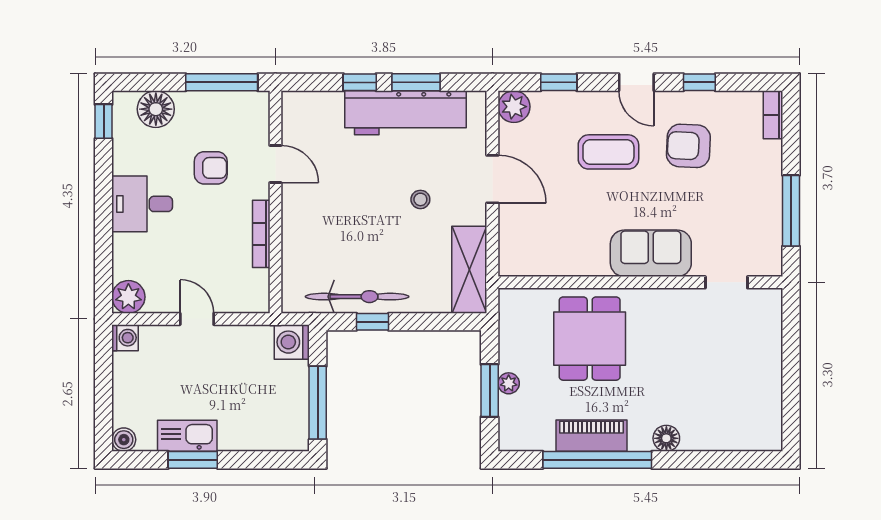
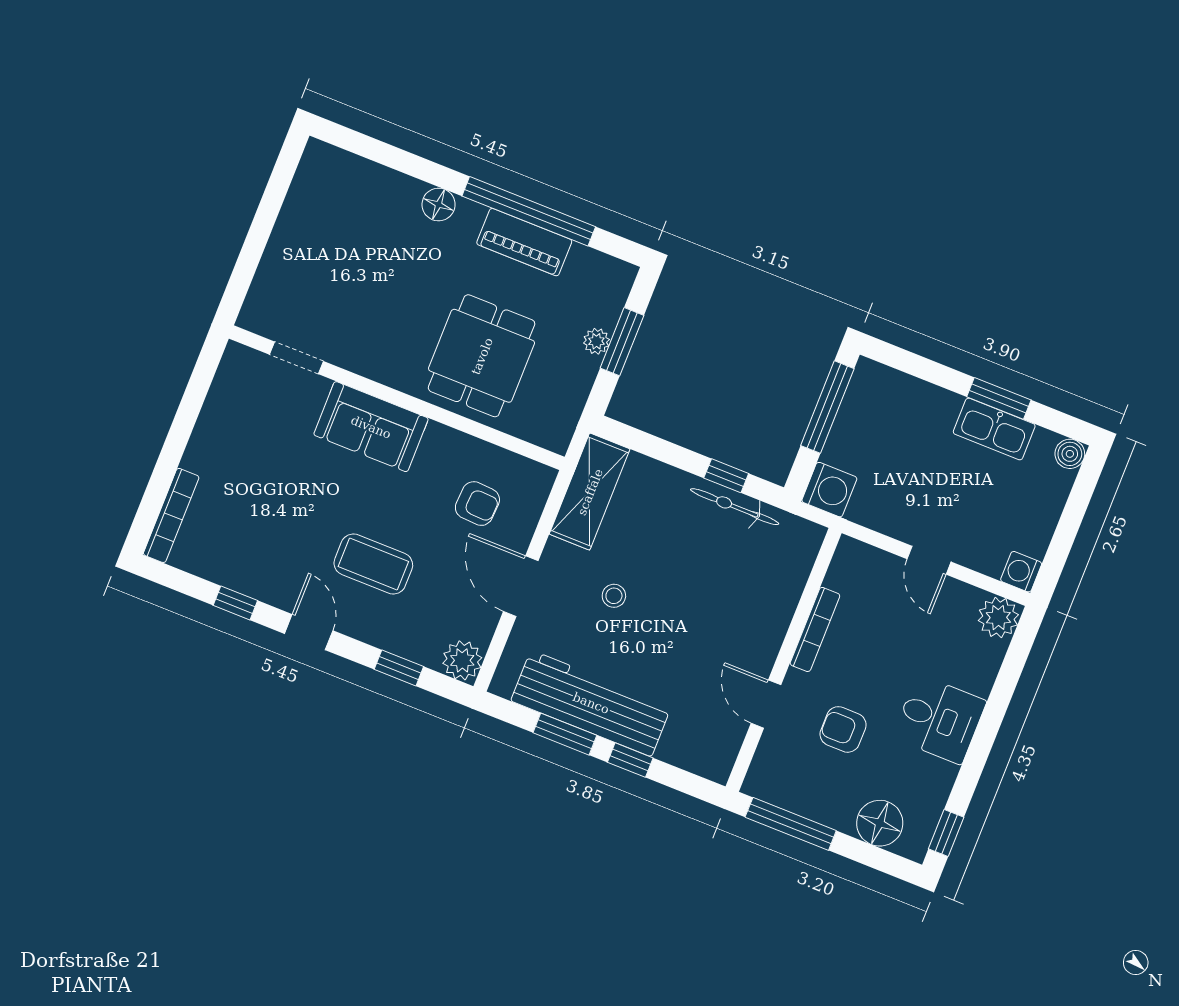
bookcase: (773, 115) -> (171, 515), width x1.56
armchair: (688, 146) -> (477, 504), moved, width x0.72, depth x0.72
window: (791, 211) -> (188, 411), removed
bicycle: (357, 297) -> (735, 507), width x0.73, depth x0.71

